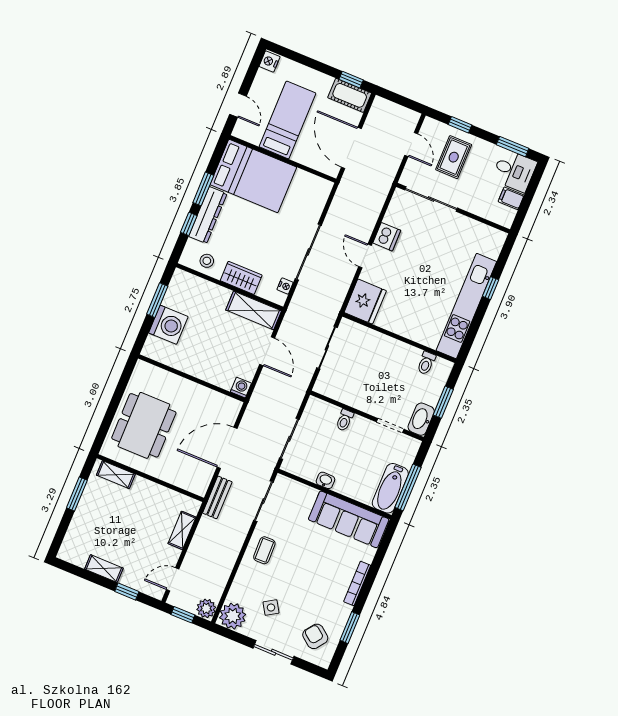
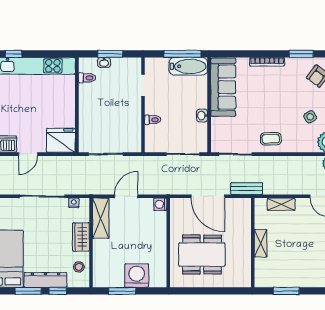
washbasin: (421, 419) -> (104, 62), moved, width x0.52, depth x0.69
dining table: (144, 425) -> (202, 254), moved
shelving: (116, 475) -> (261, 243), moved

